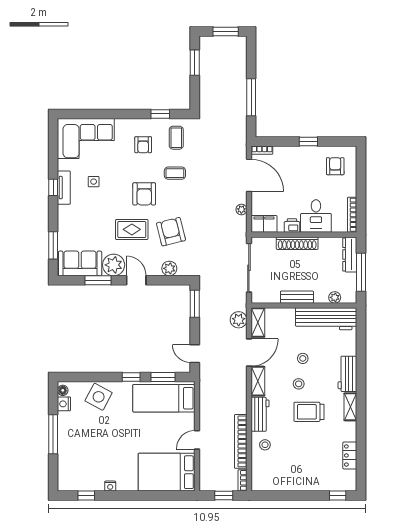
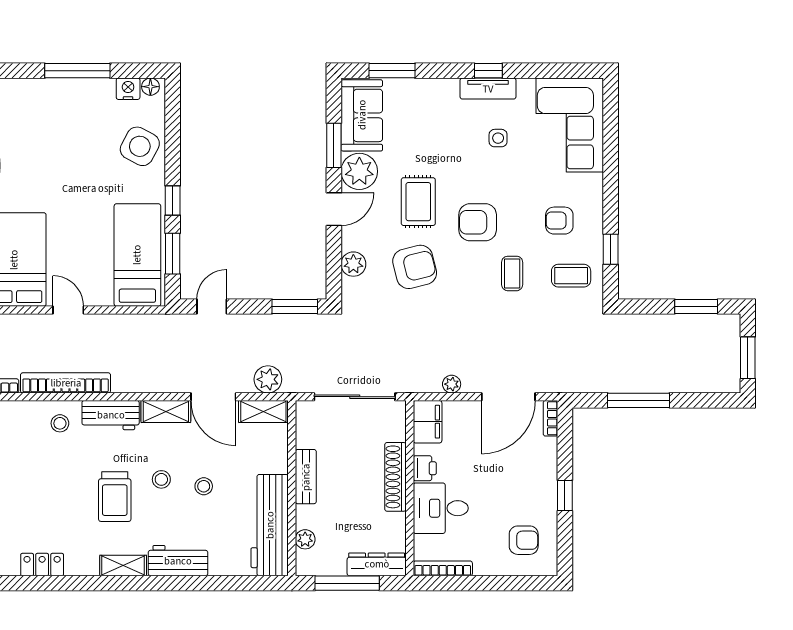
trolley: (309, 412) -> (115, 497), turned 180

